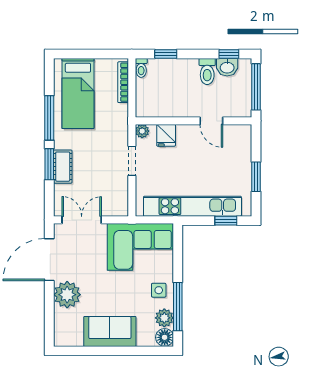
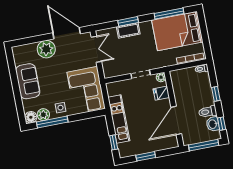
window: (166, 54) -> (216, 94), moved
bed: (78, 93) -> (177, 31), width x1.50
window: (49, 118) -> (169, 14), moved
door: (211, 121) -> (176, 121), width x1.88
kitchen unit: (192, 206) -> (119, 119), width x0.73

